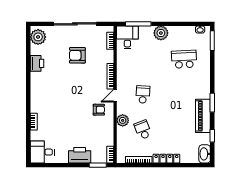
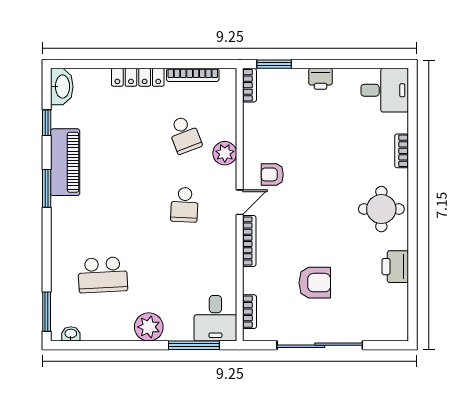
plant: (38, 37) -> (393, 319), removed
round table: (44, 92) -> (381, 209), added
printer: (80, 155) -> (321, 79), width x0.53, depth x0.68

